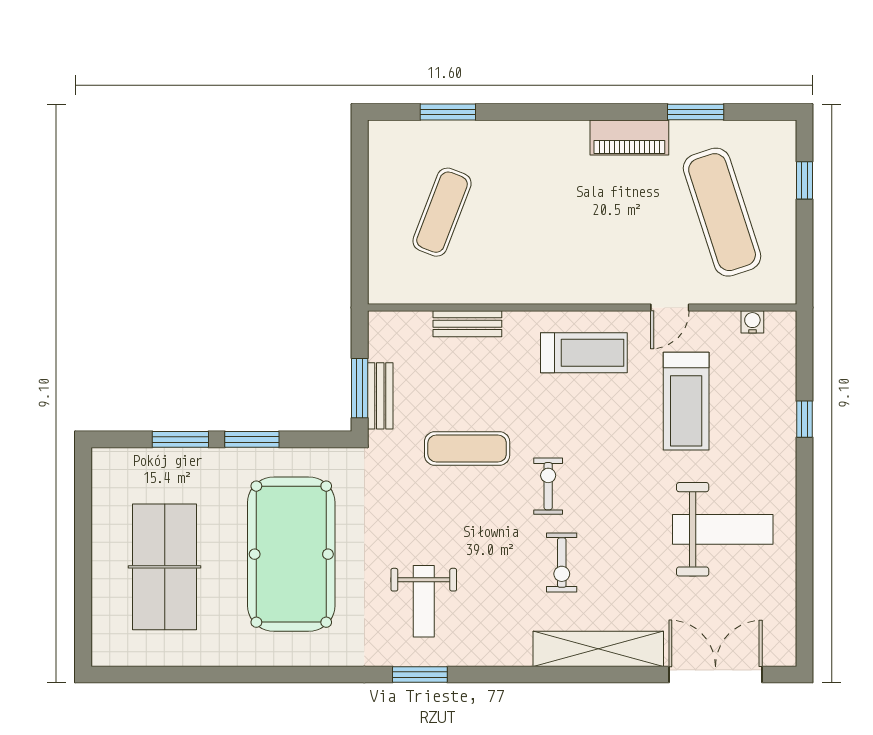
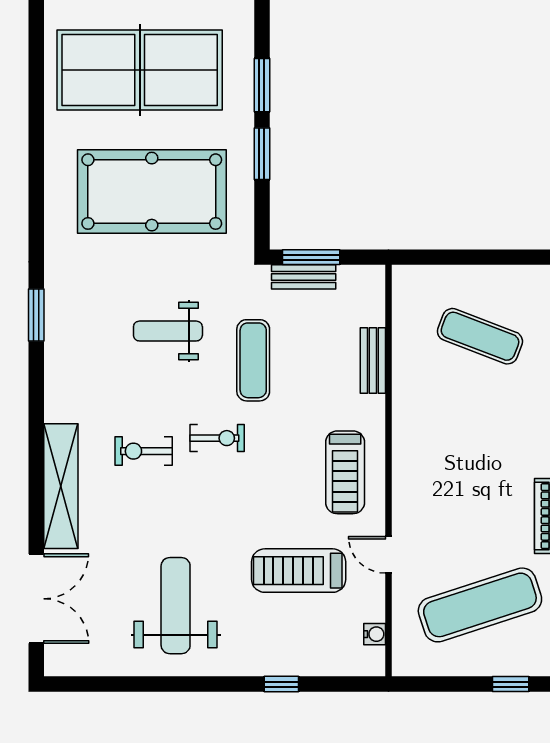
weight bench: (723, 529) -> (176, 606), turned 180
table tennis table: (165, 567) -> (140, 70), width x1.36, depth x1.32
weight bench: (424, 601) -> (168, 331), moved

